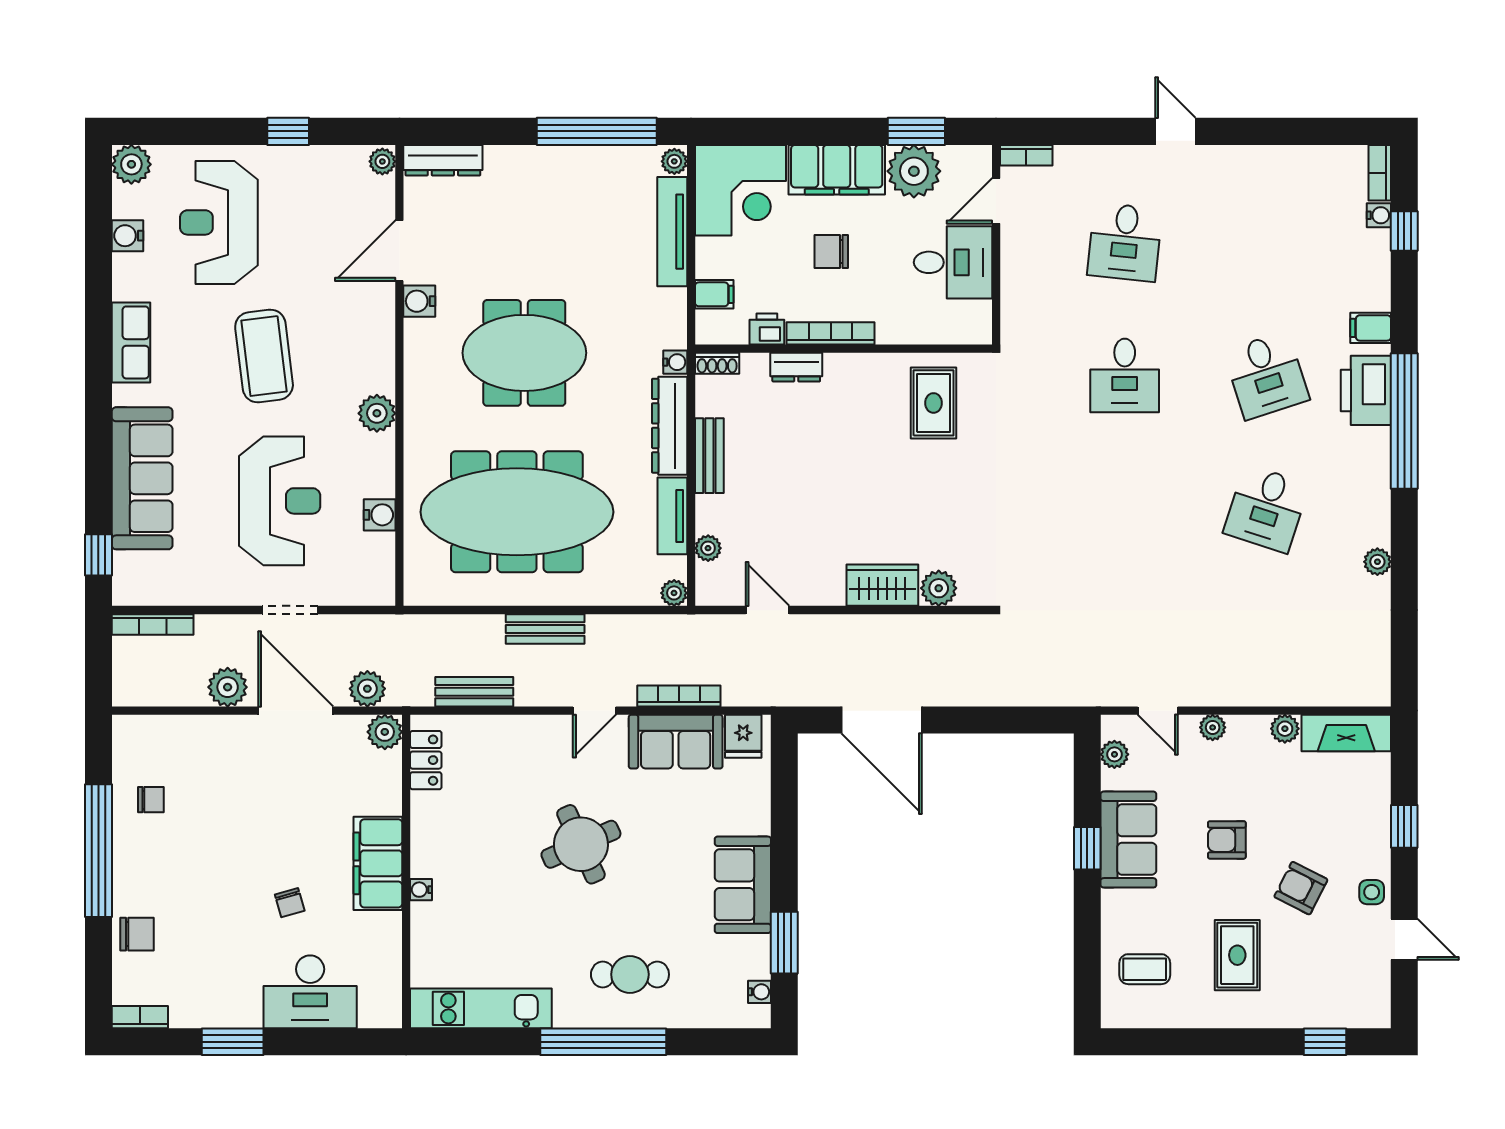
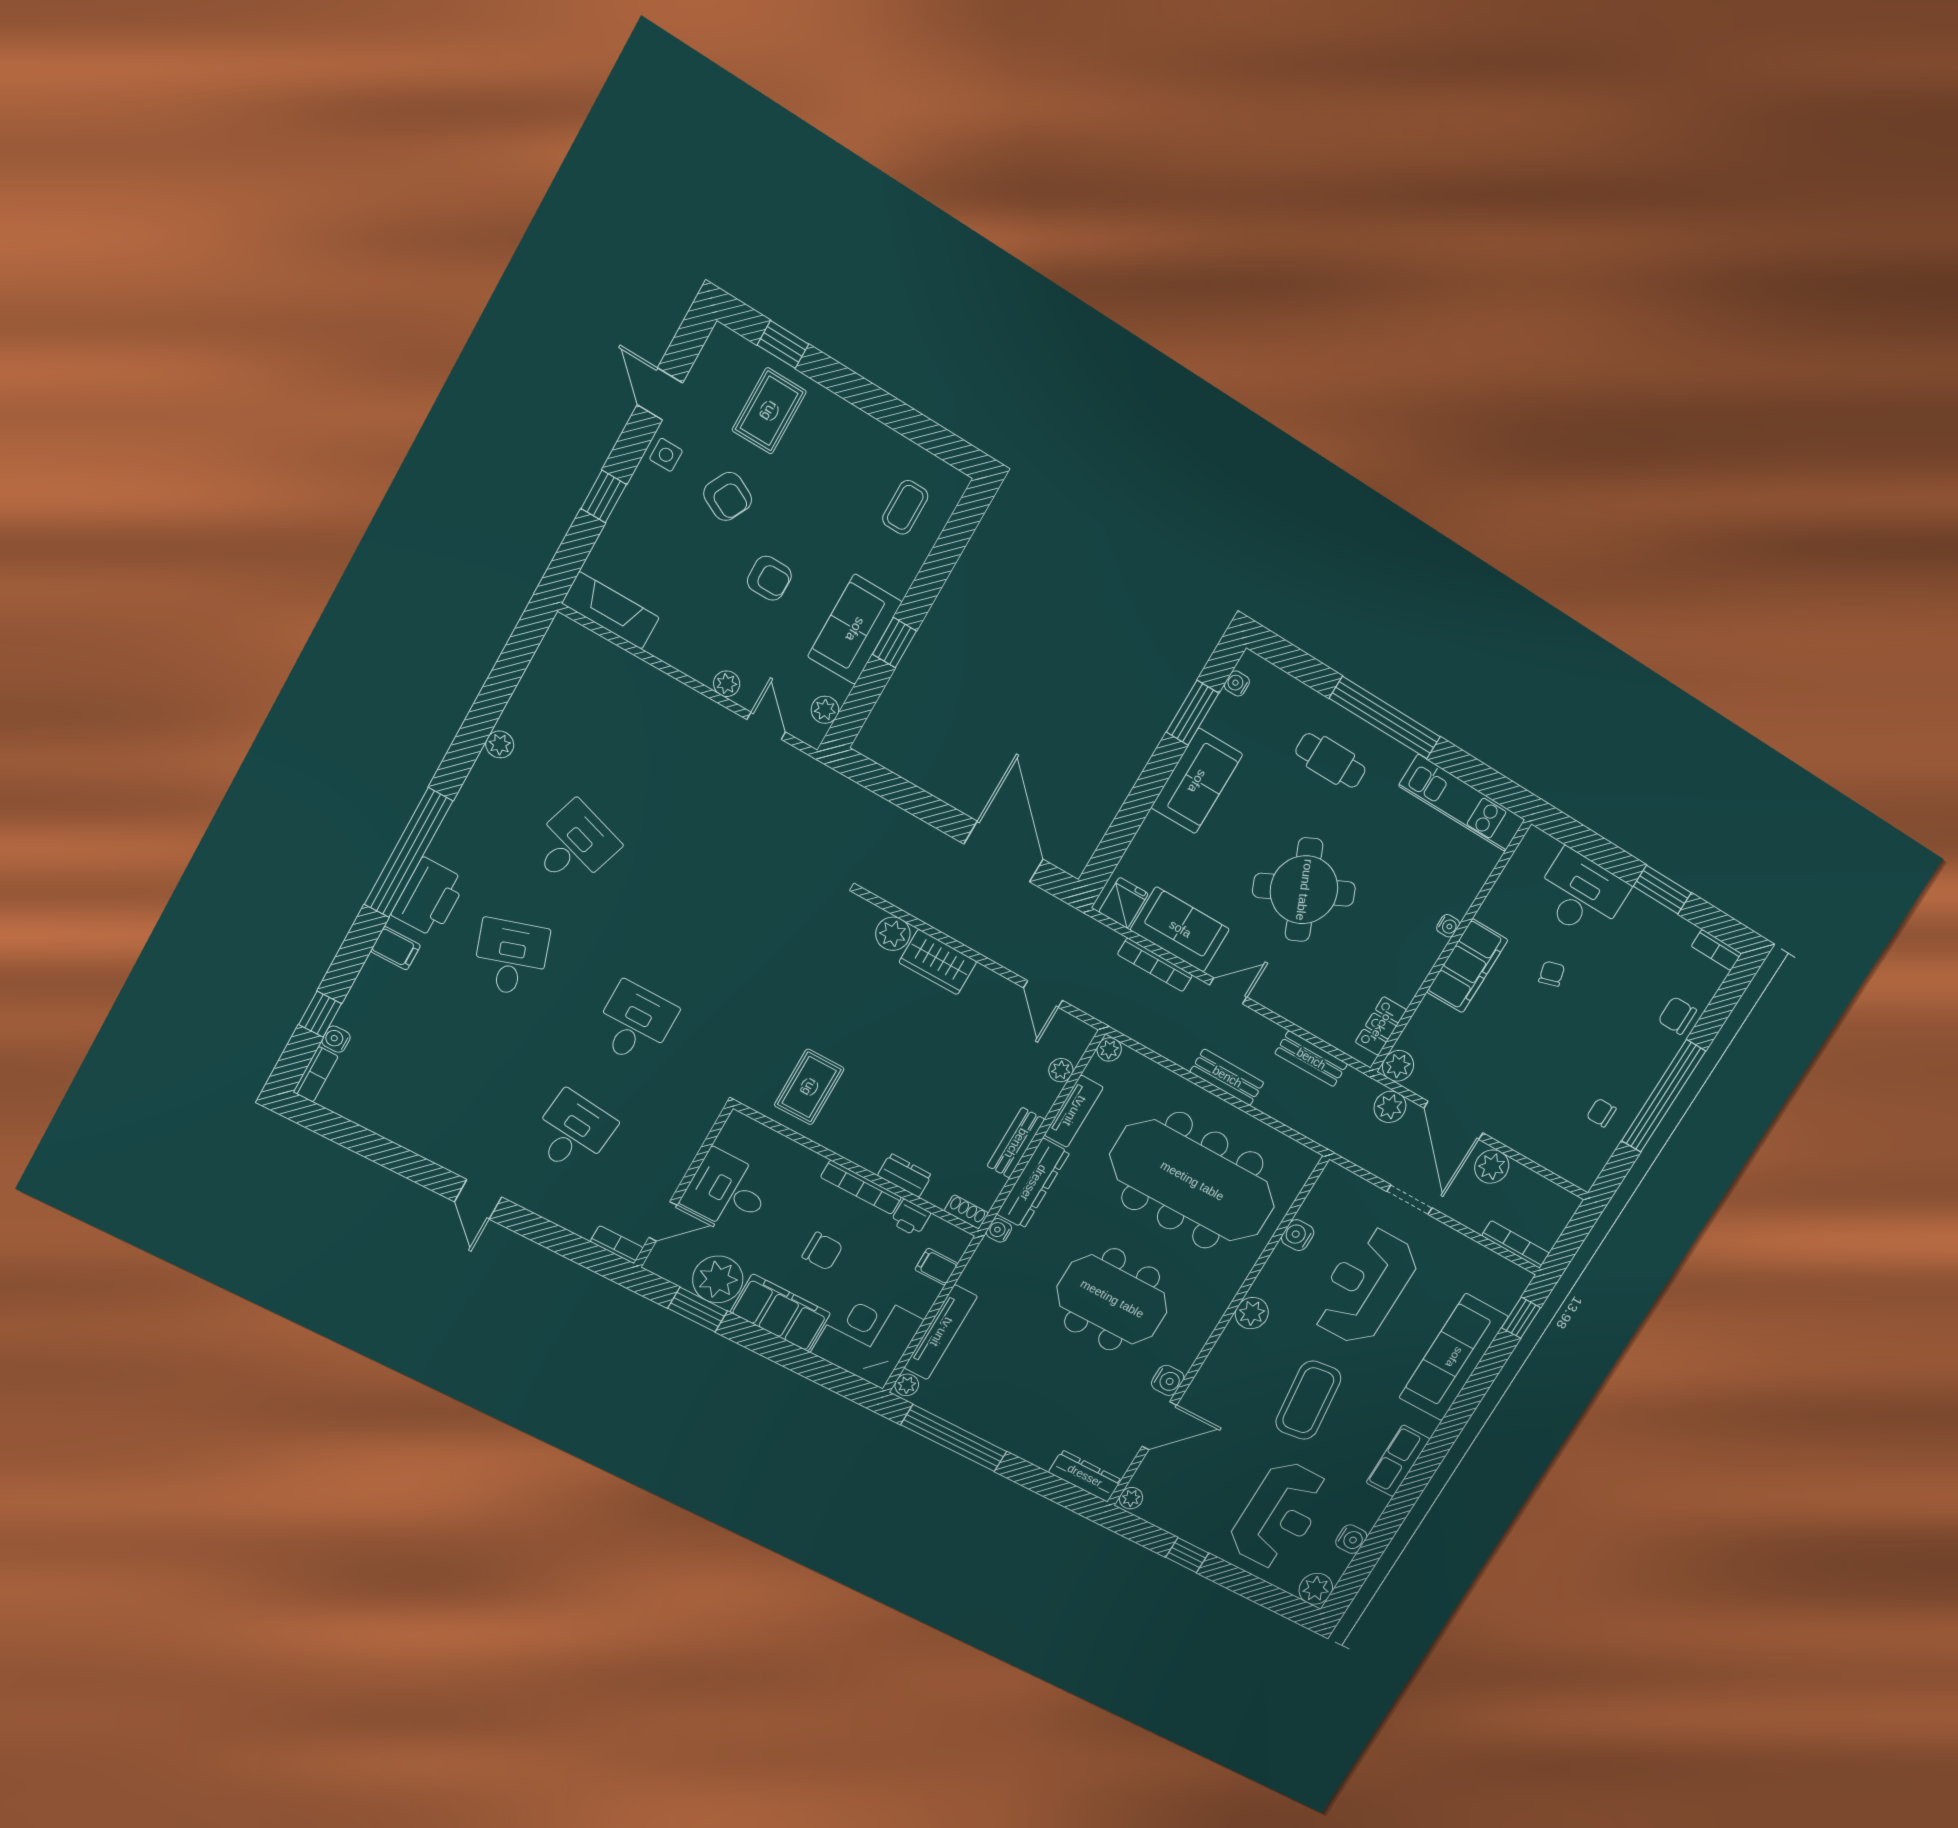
plant: (1285, 729) -> (663, 646), removed
round table: (581, 844) -> (1304, 890), width x1.36, depth x1.36
rug: (1237, 955) -> (769, 411), moved
coffee table: (1145, 969) -> (905, 507), turned 90

